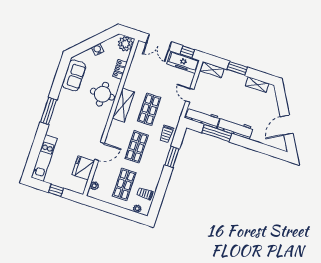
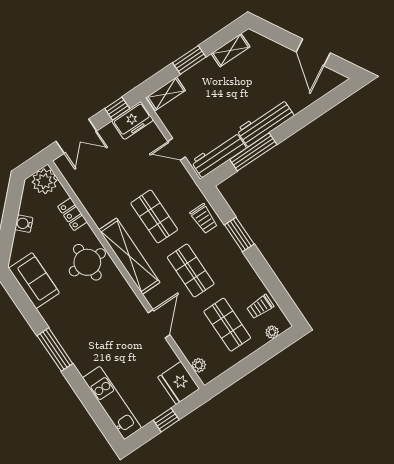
freezer: (183, 62) -> (133, 120), width x0.71
shelving: (123, 105) -> (129, 256), width x1.47
fridge: (83, 168) -> (179, 383), moved

